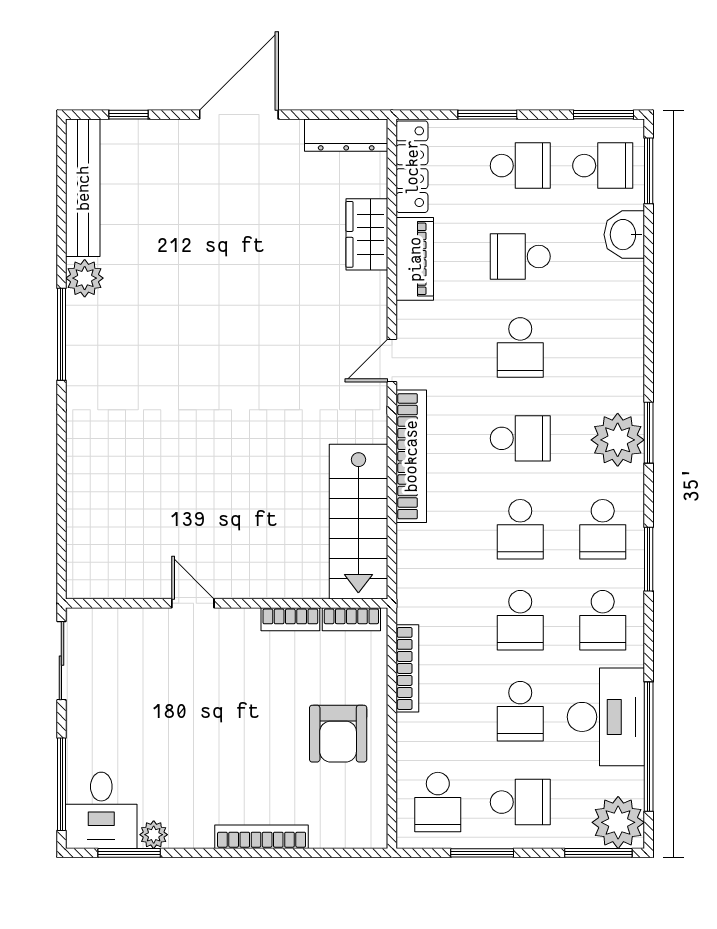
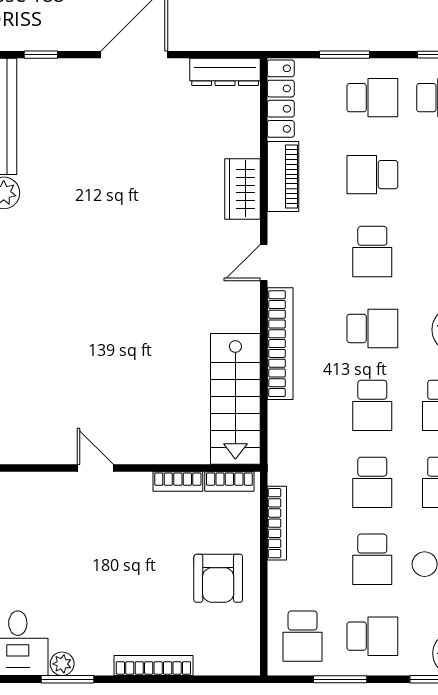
wardrobe: (367, 234) -> (243, 189), moved
window: (129, 853) -> (68, 679), moved

